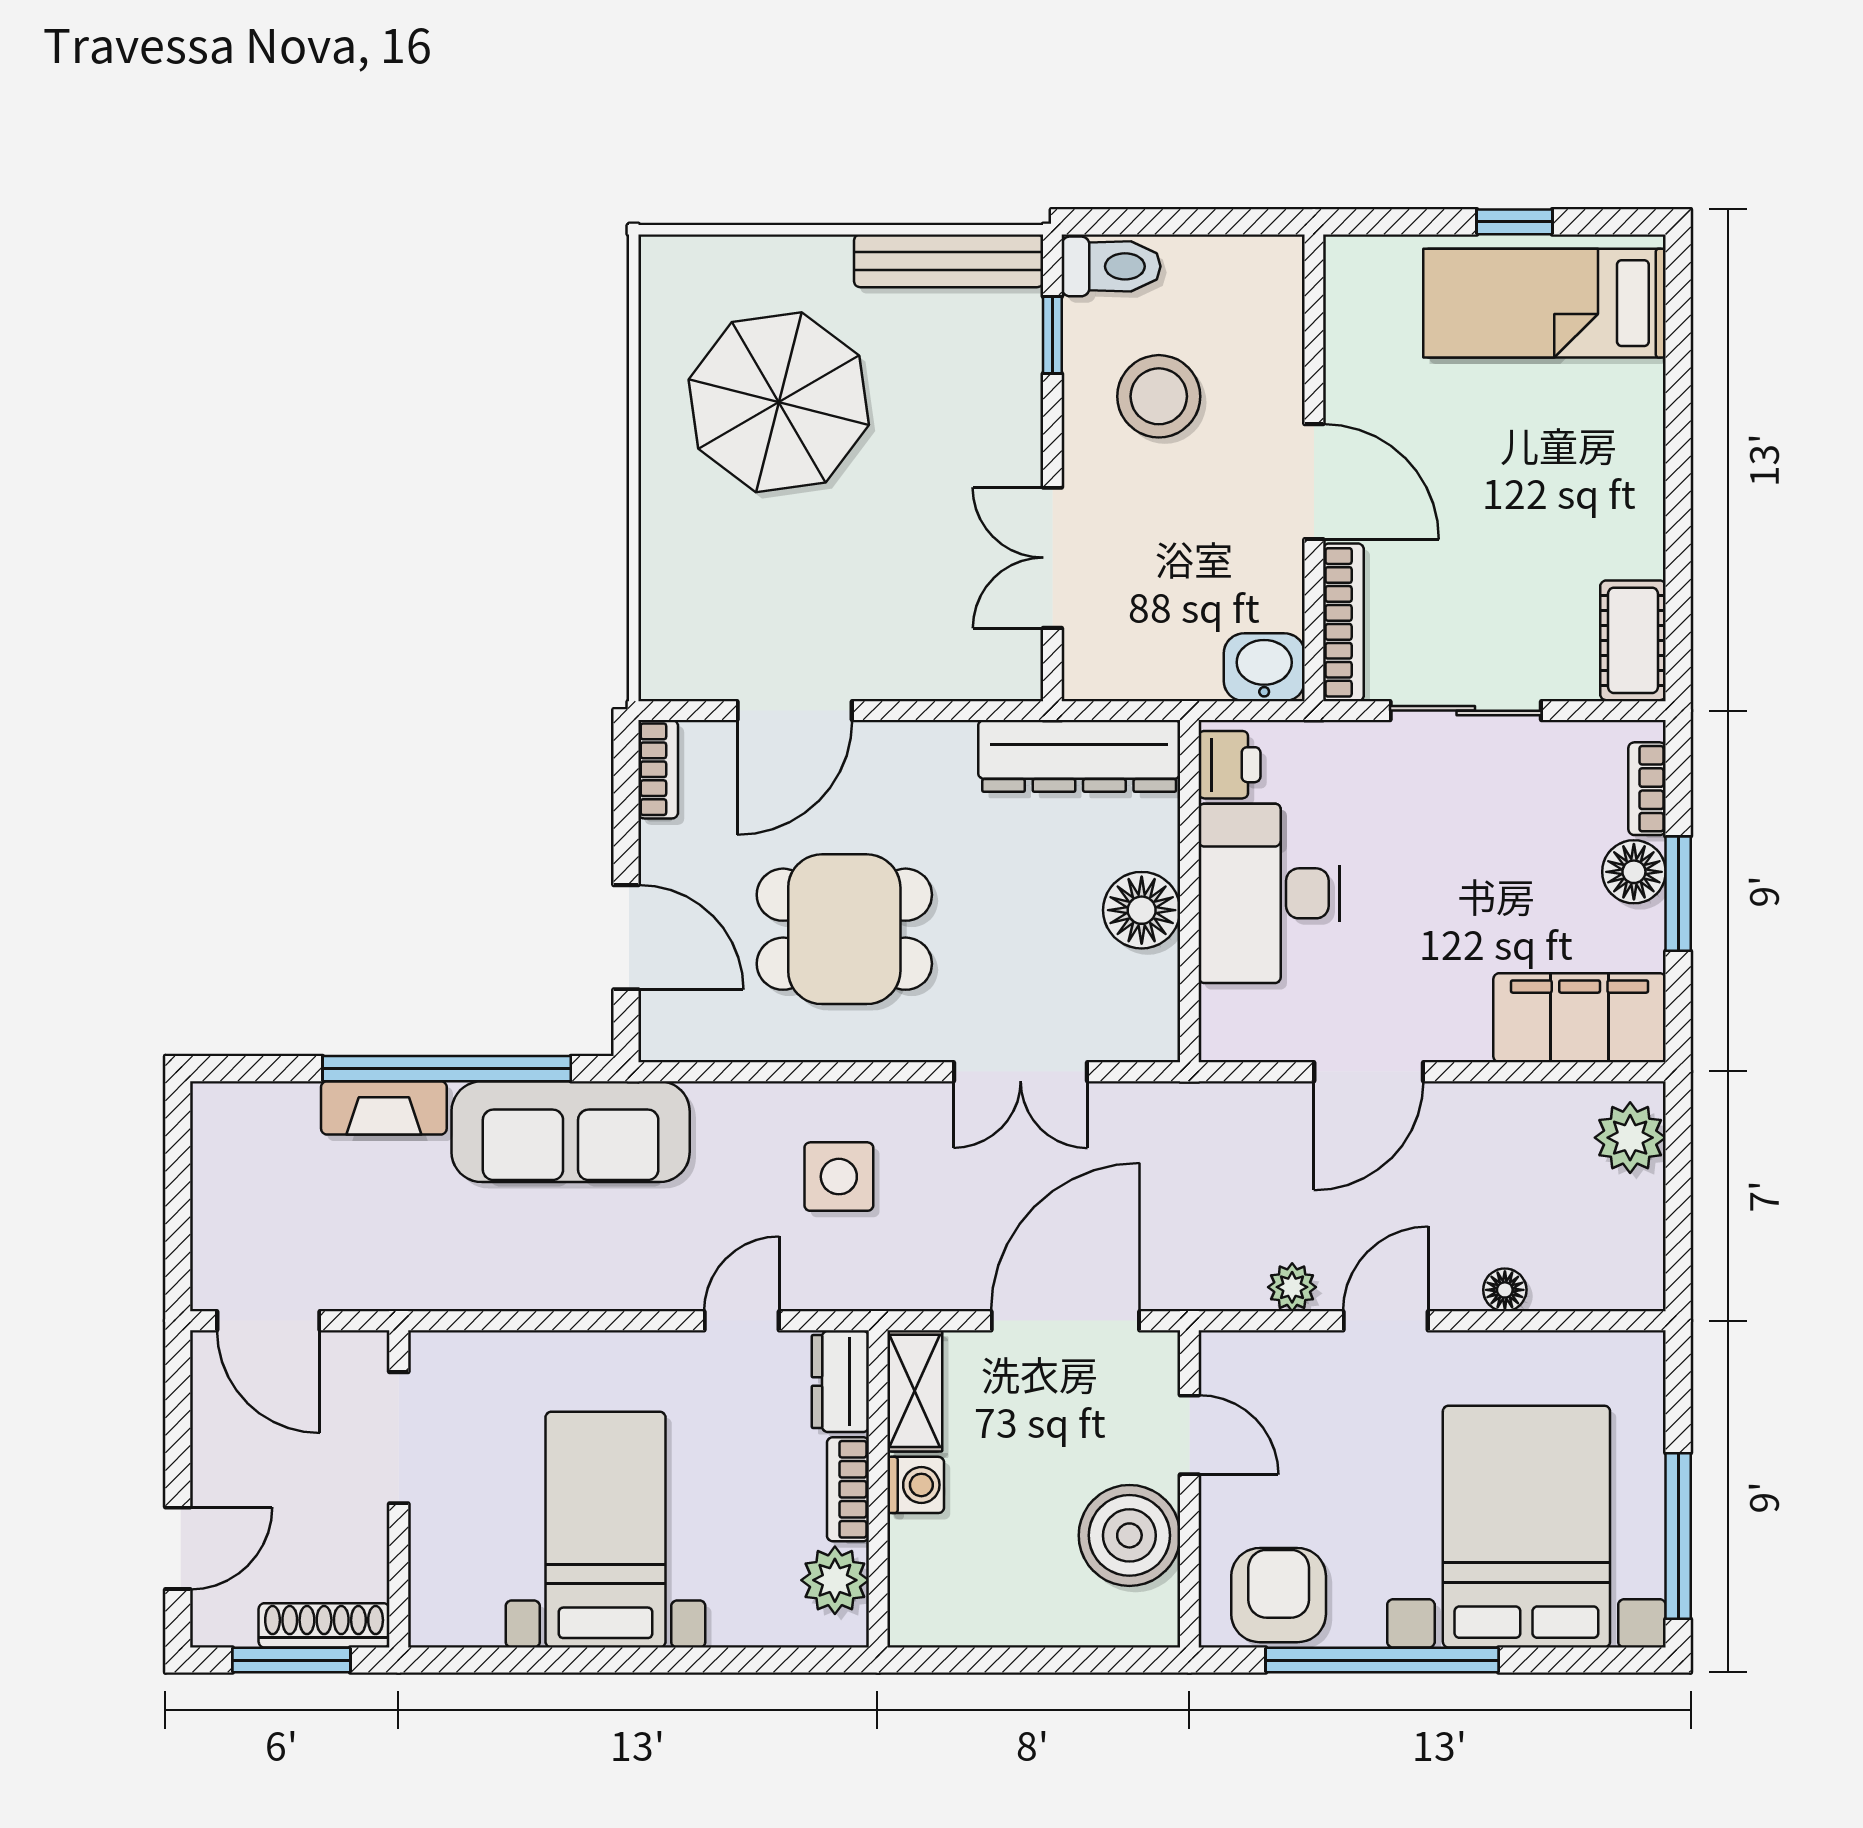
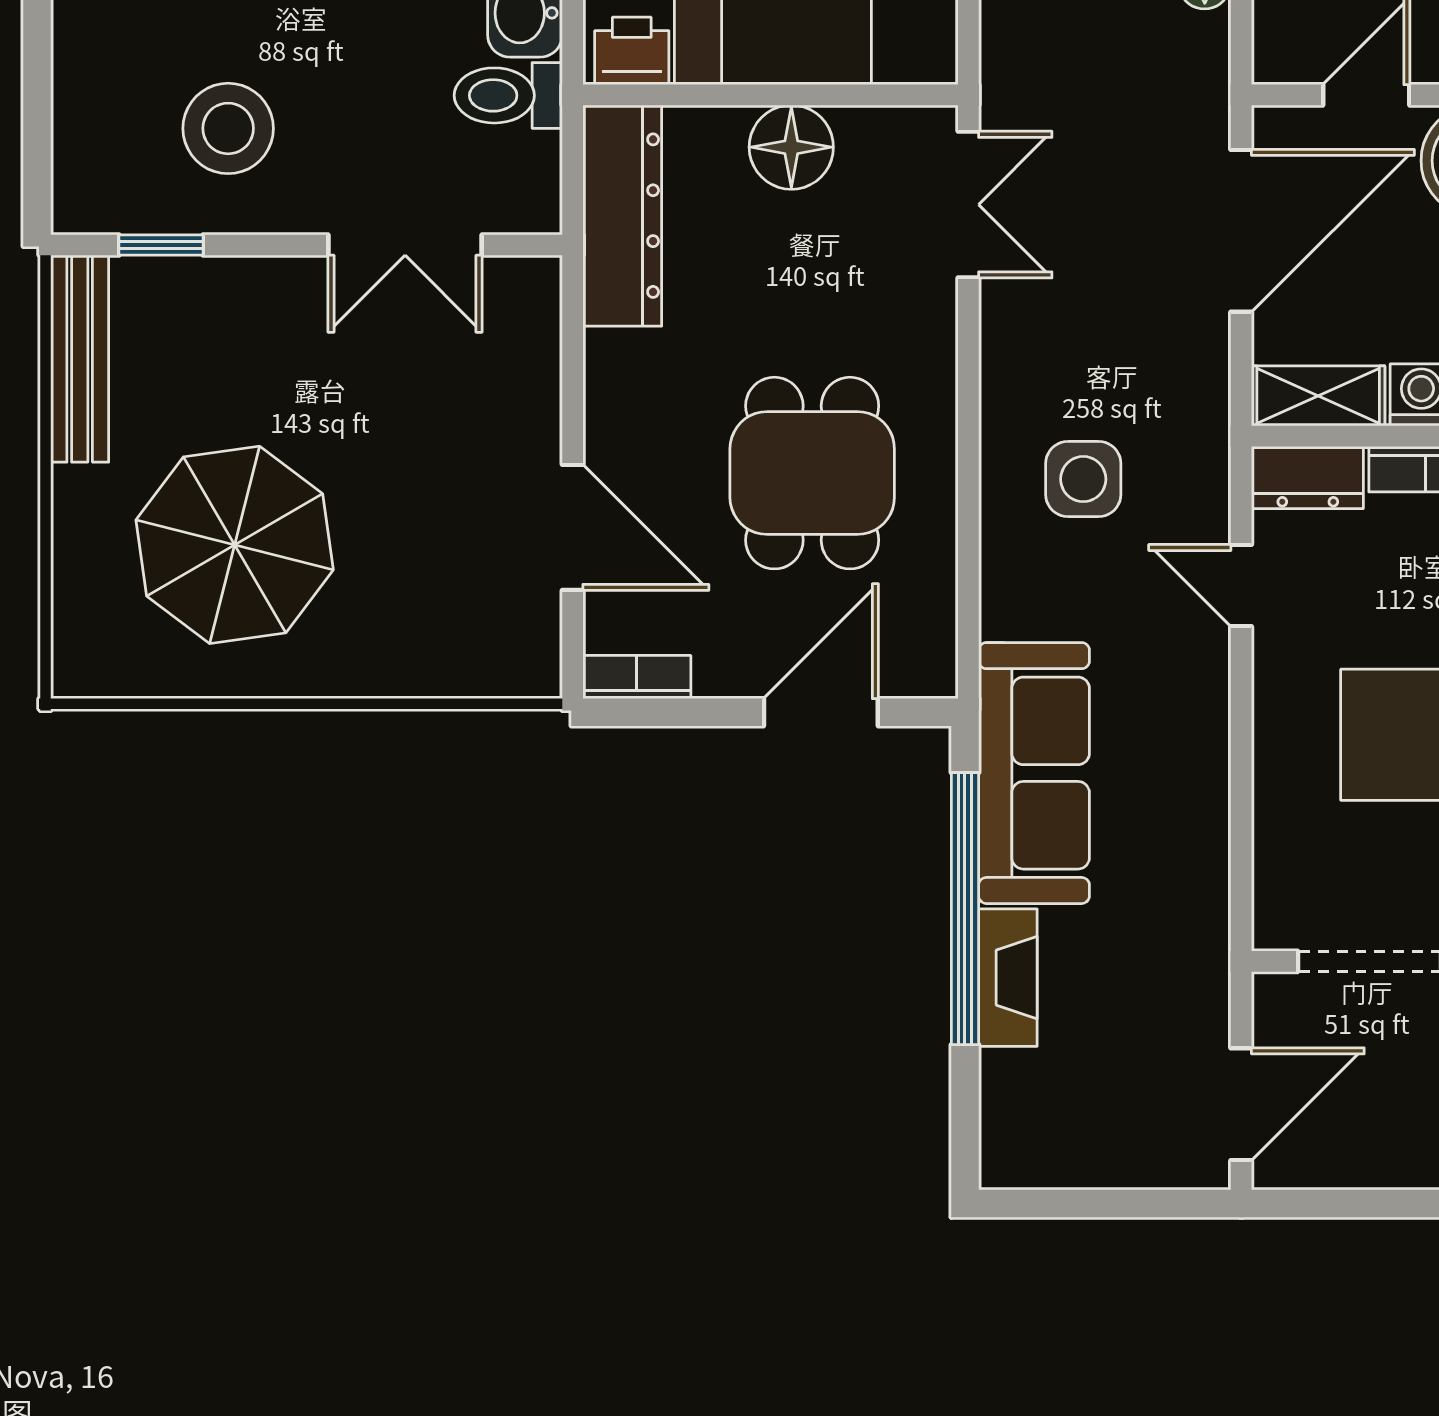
toilet: (1111, 266) -> (508, 95), moved, turned -90
double door: (1021, 1072) -> (968, 205), moved
door: (1065, 1321) -> (1241, 231), swing flipped

